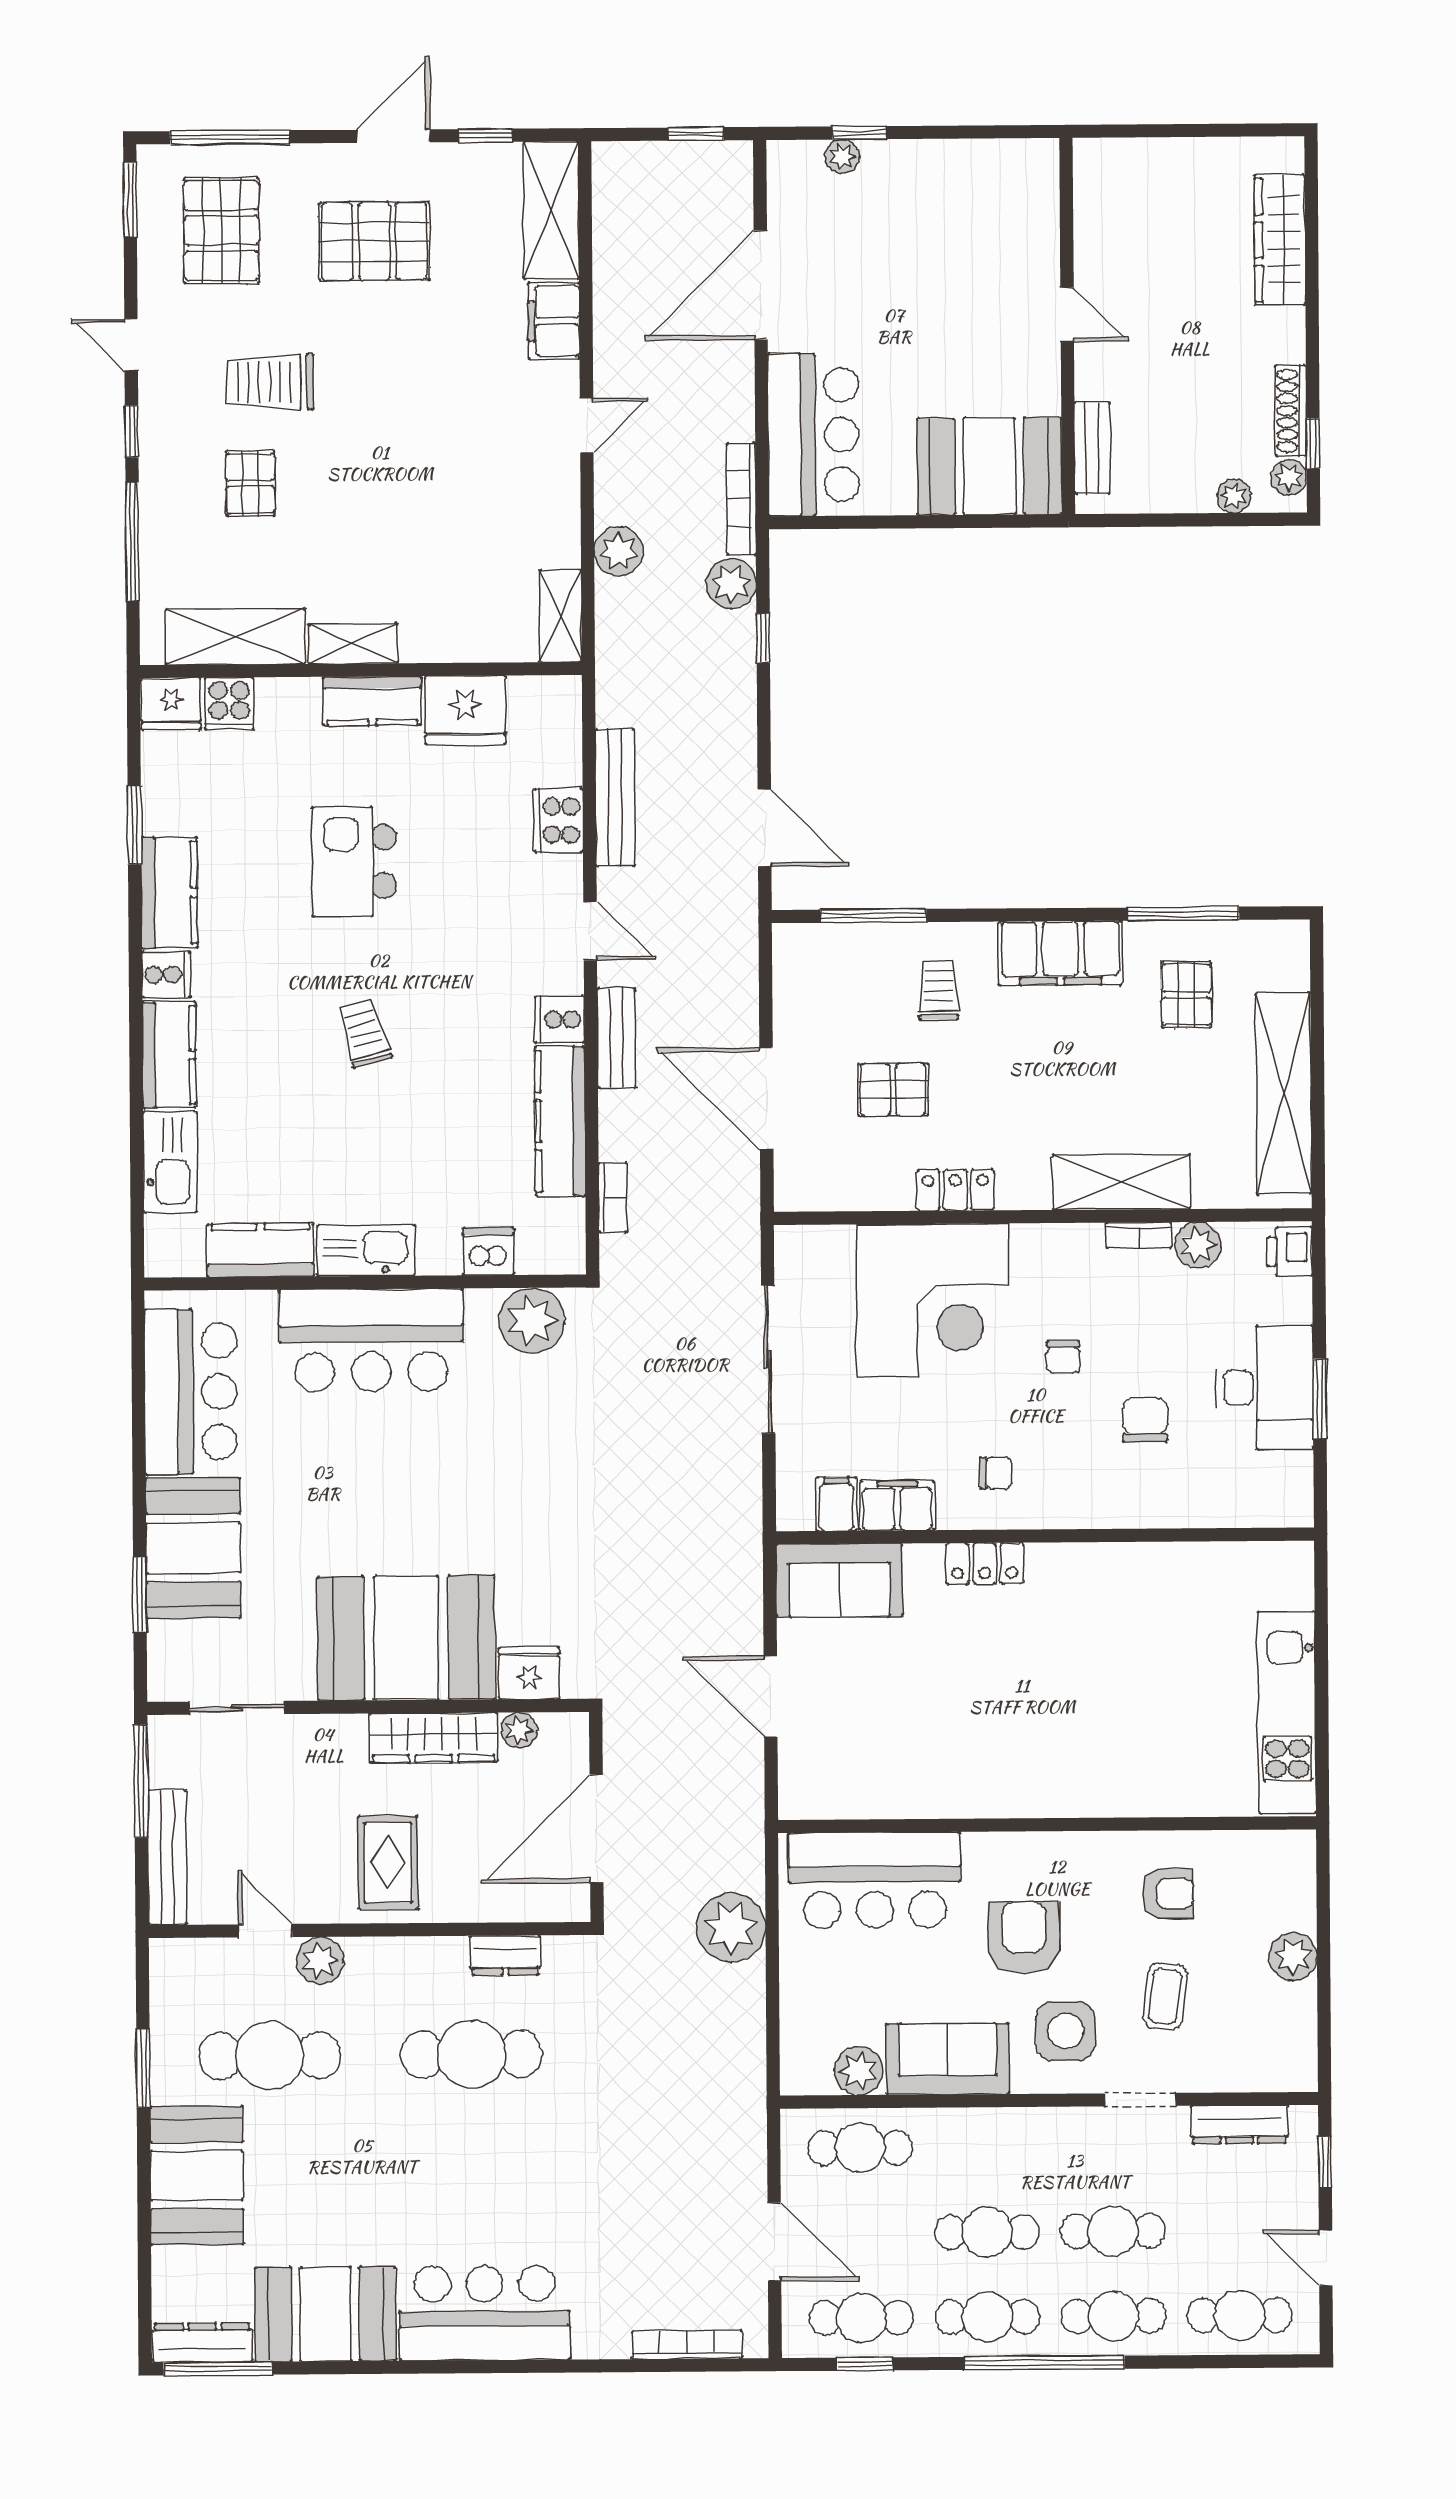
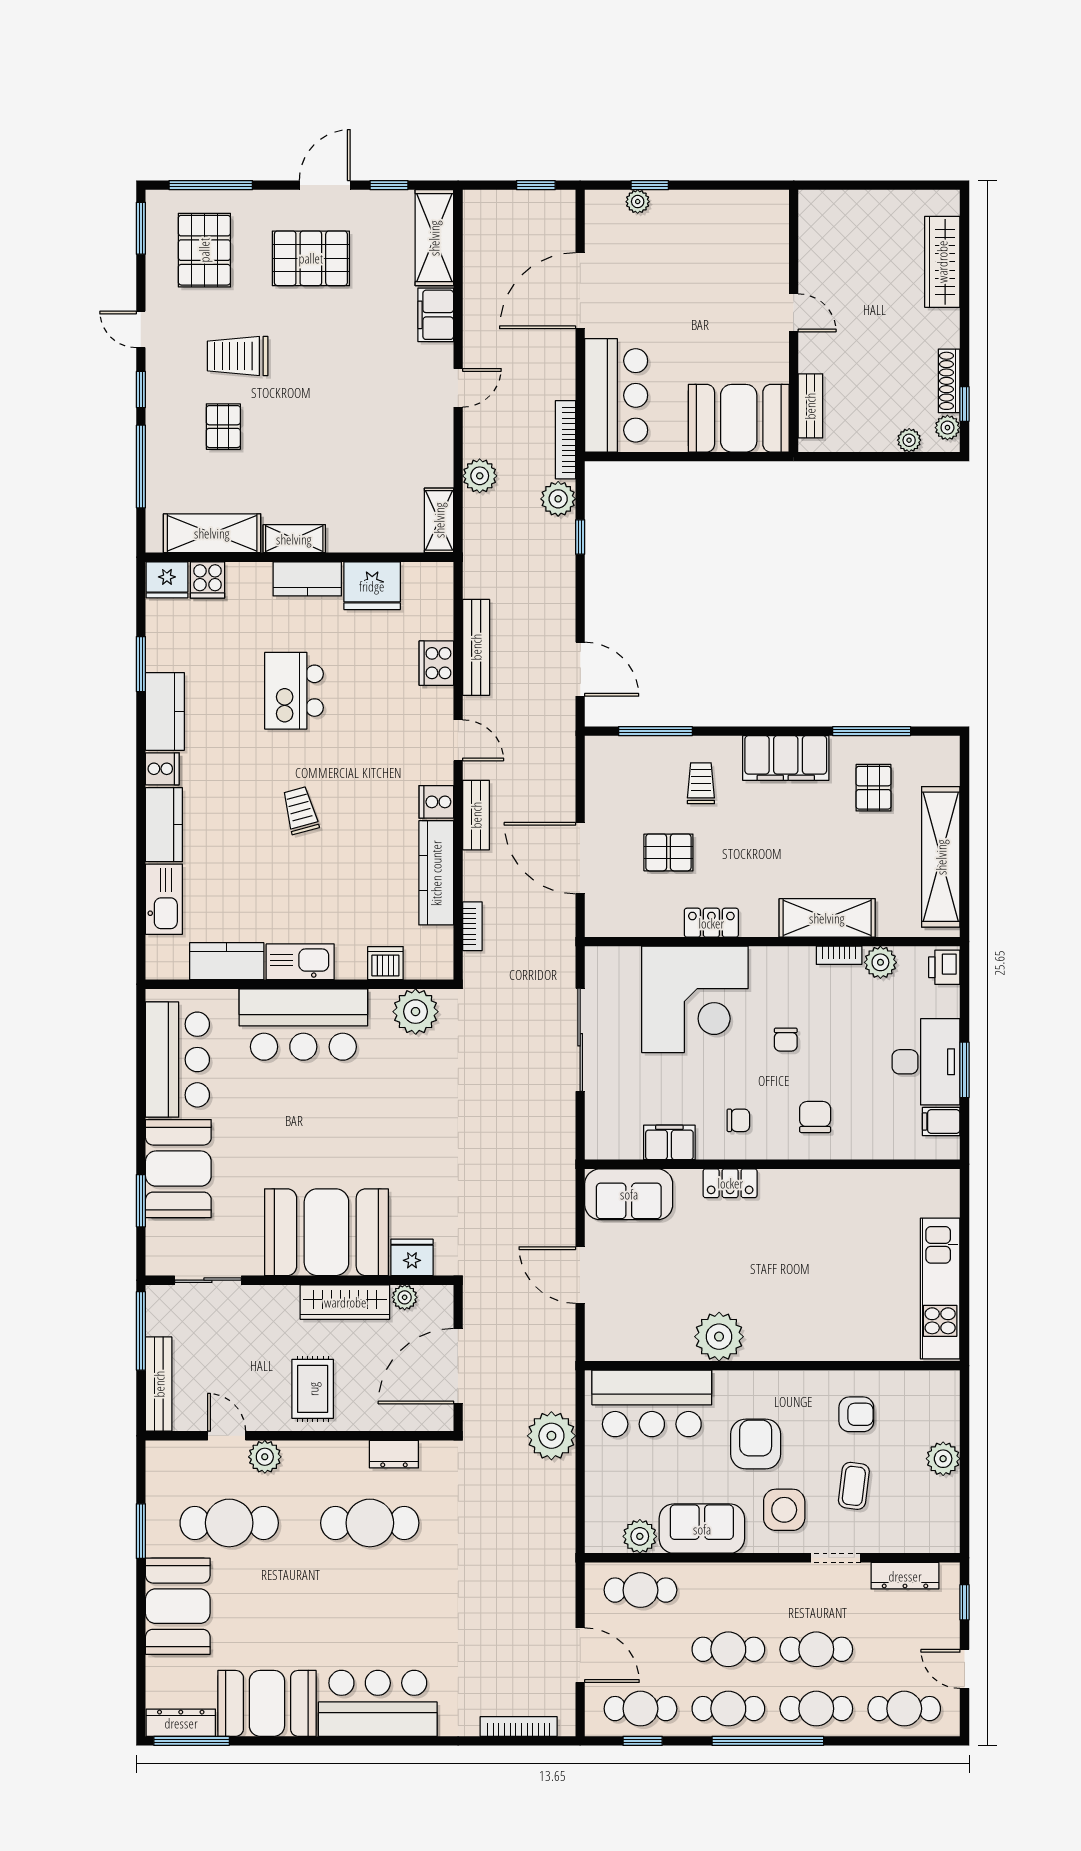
chair: (1145, 1420) -> (815, 1117), moved
filing cabinet: (836, 1504) -> (941, 1121), moved, turned -90
plant: (970, 1784) -> (719, 1337), added

